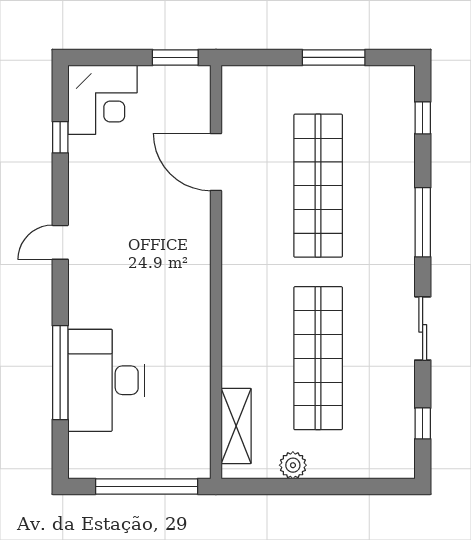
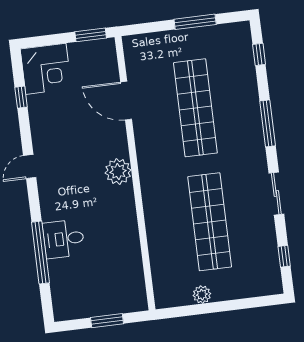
plant: (191, 266) -> (118, 172), added
desk: (106, 380) -> (64, 239), width x0.53, depth x0.77
shelving: (236, 426) -> (161, 273), removed
window: (147, 486) -> (107, 321), width x0.47

